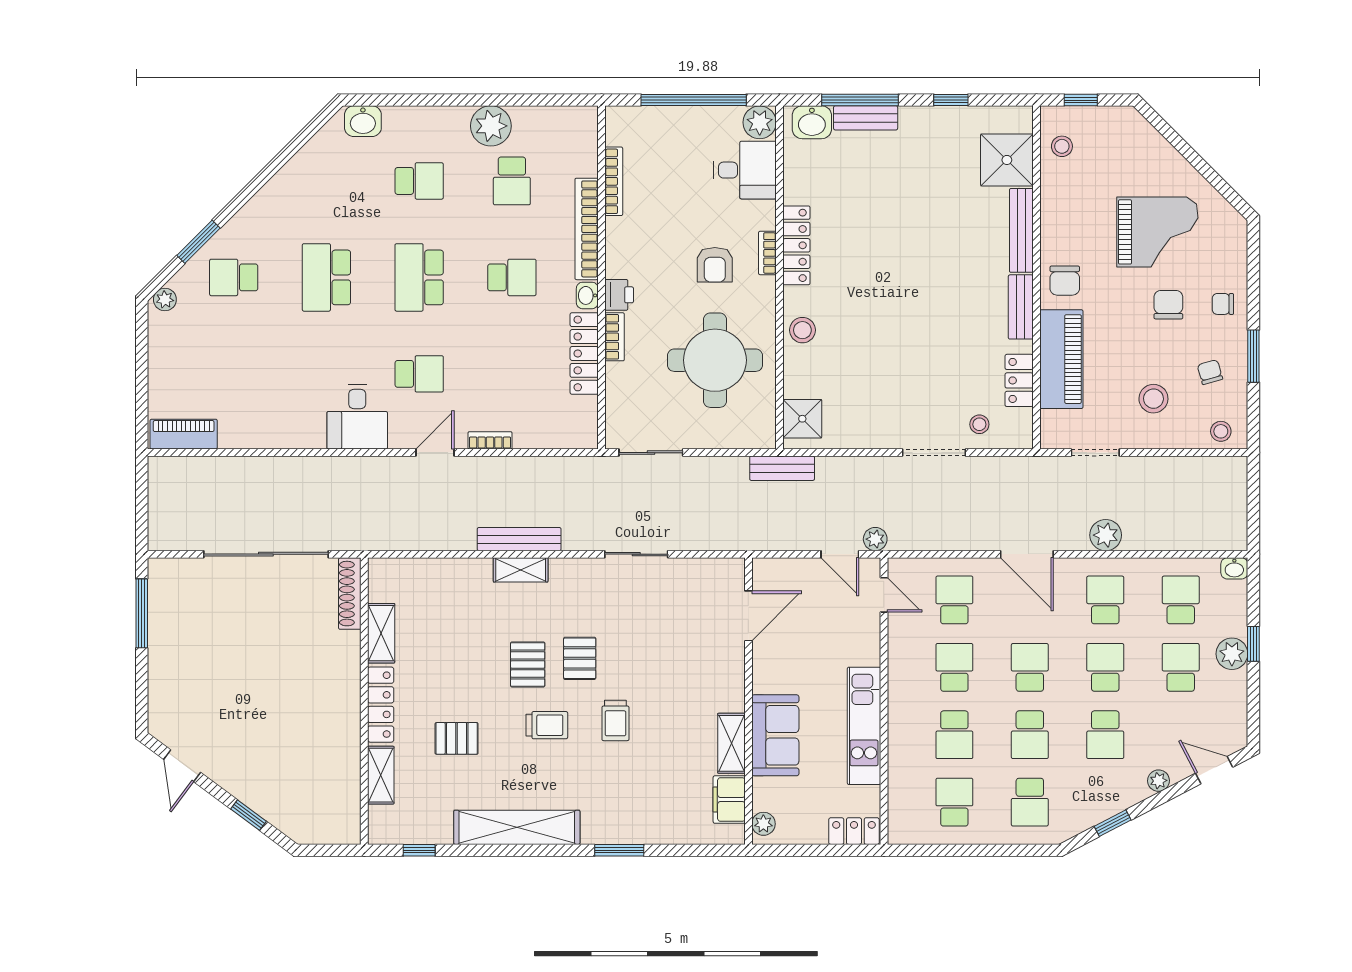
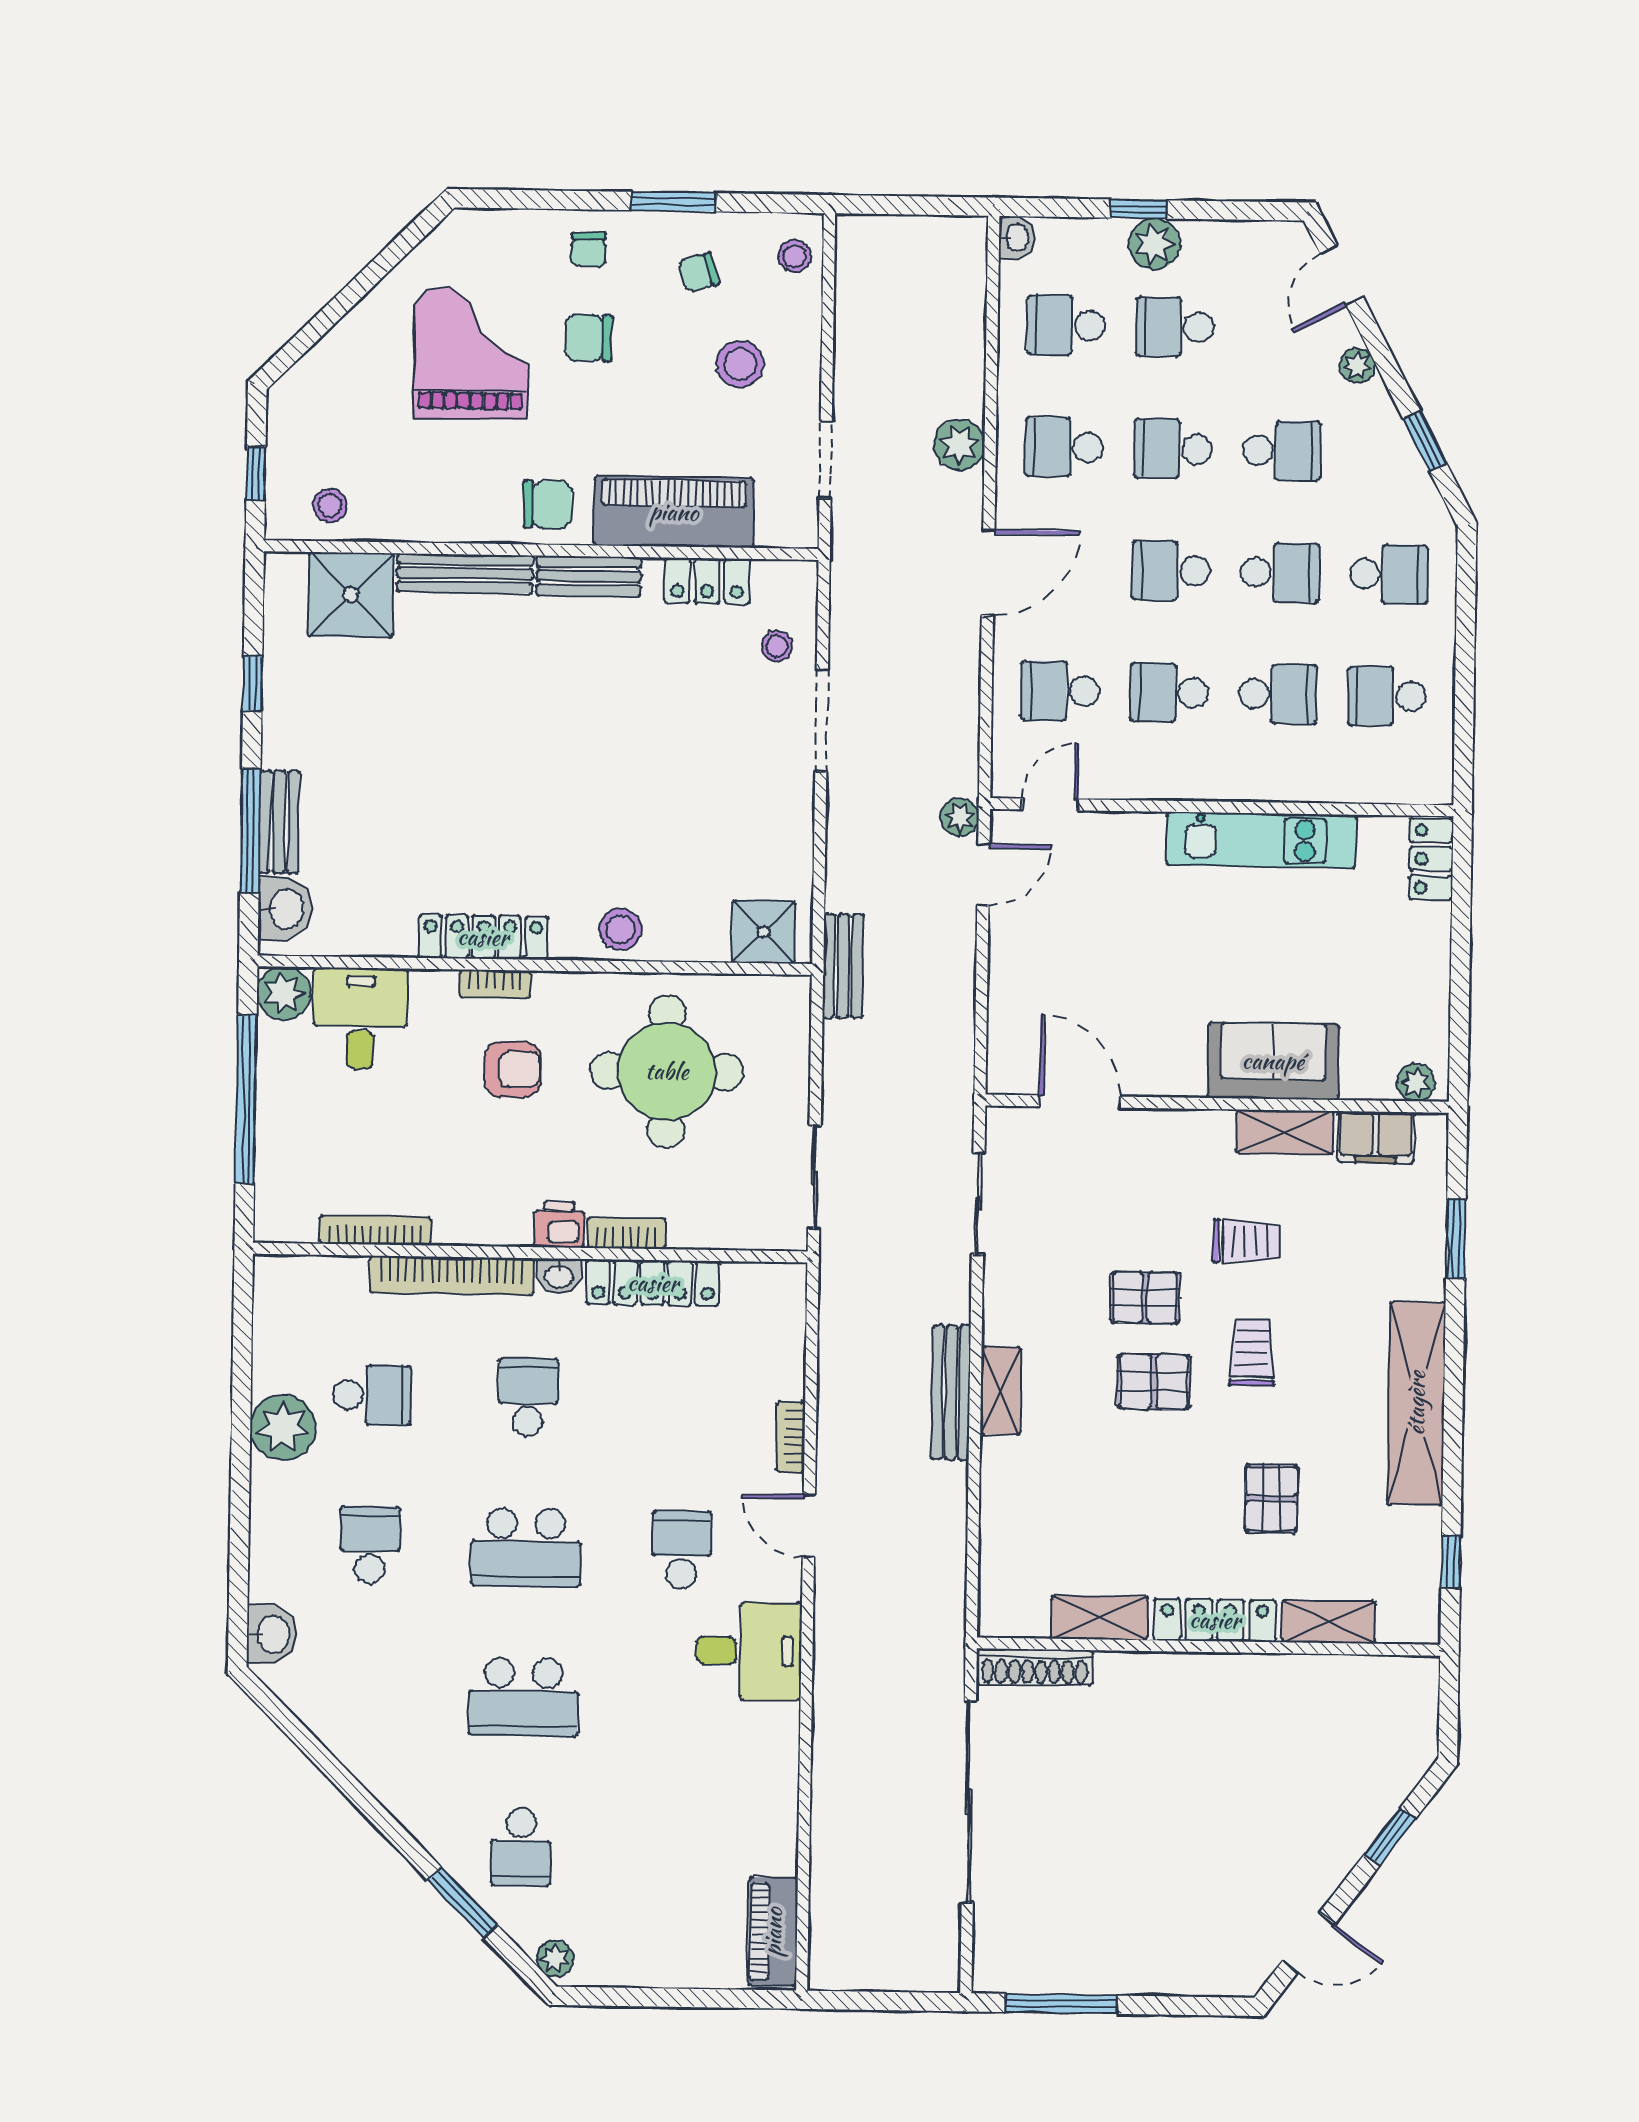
door: (748, 616) -> (1080, 1102), moved
wall: (748, 701) -> (1217, 1104), moved
sofa: (775, 735) -> (1273, 1061), moved
shelving: (731, 743) -> (1285, 1132), moved
filing cabinet: (729, 800) -> (1376, 1137), moved
plant: (763, 824) -> (1416, 1083), moved

